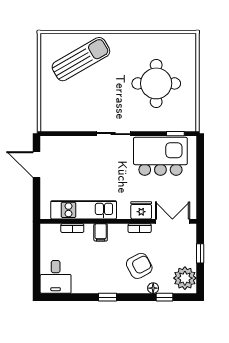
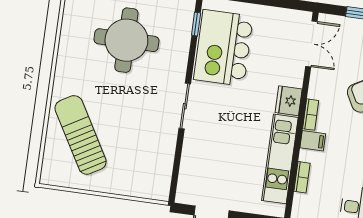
fridge: (141, 210) -> (289, 101), moved
double door: (172, 221) -> (311, 44), swing flipped
bookcase: (140, 228) -> (311, 115), moved

